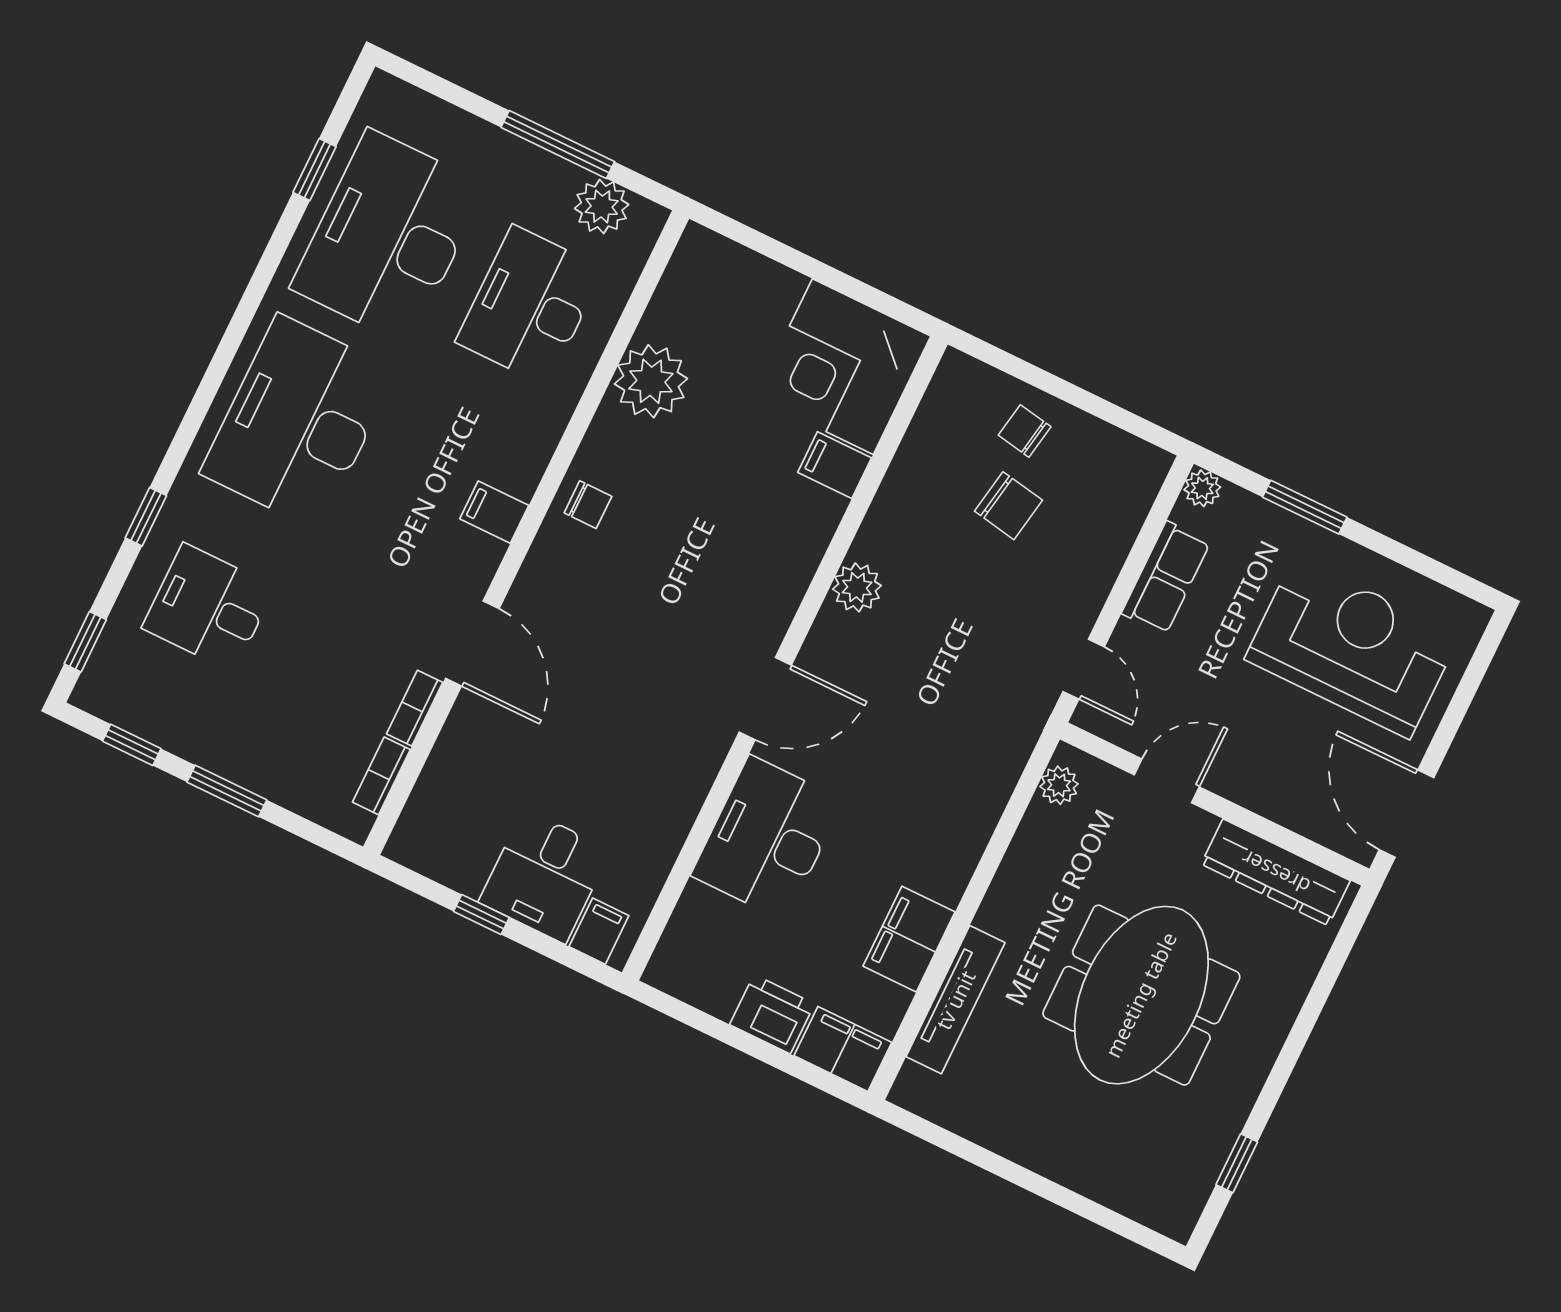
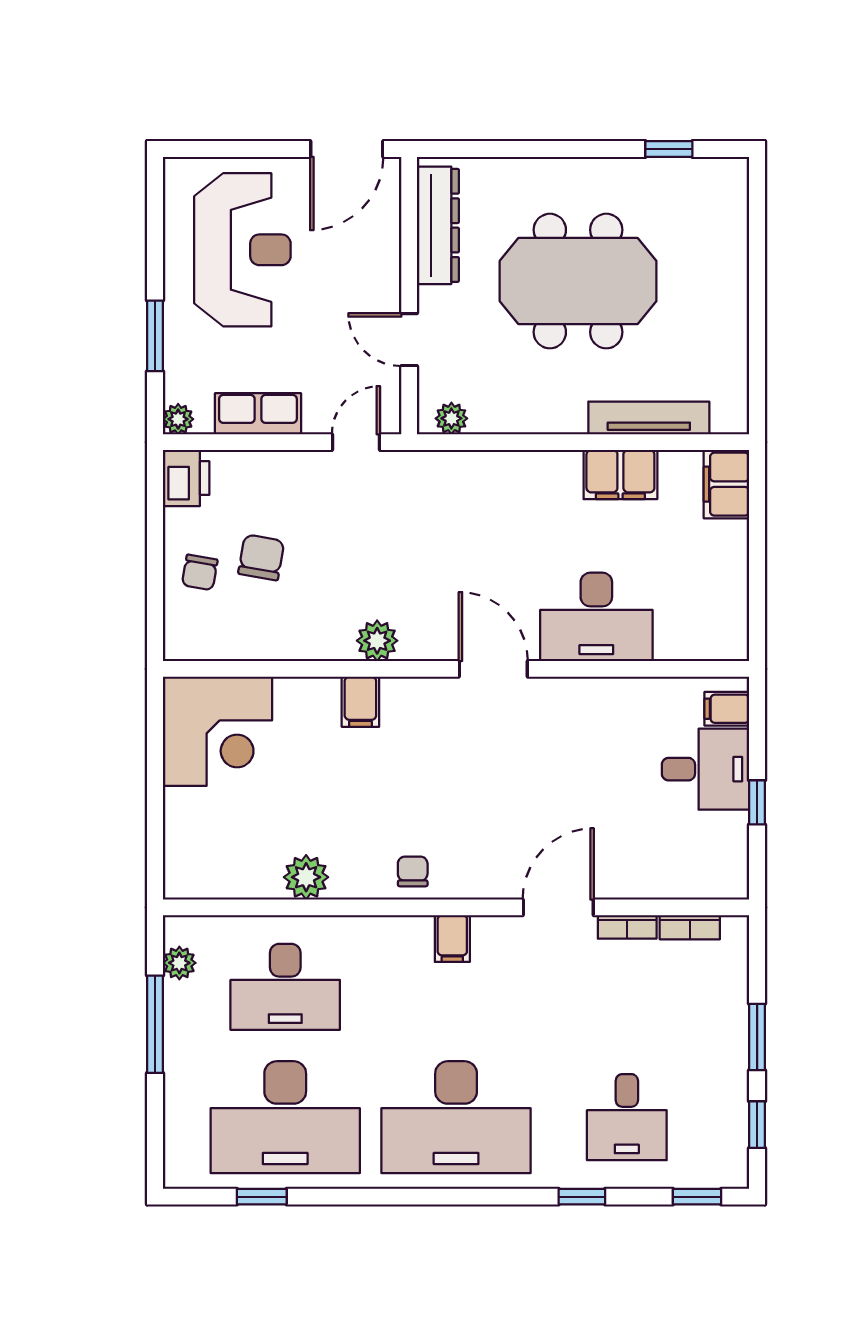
plant: (602, 207) -> (179, 963), width x0.73, depth x0.73
plant: (651, 381) -> (306, 877), width x0.73, depth x0.73
filing cabinet: (835, 465) -> (360, 702), moved
reception desk: (1352, 647) -> (242, 250), turned 180
printer: (772, 1014) -> (186, 478), moved, turned 180

